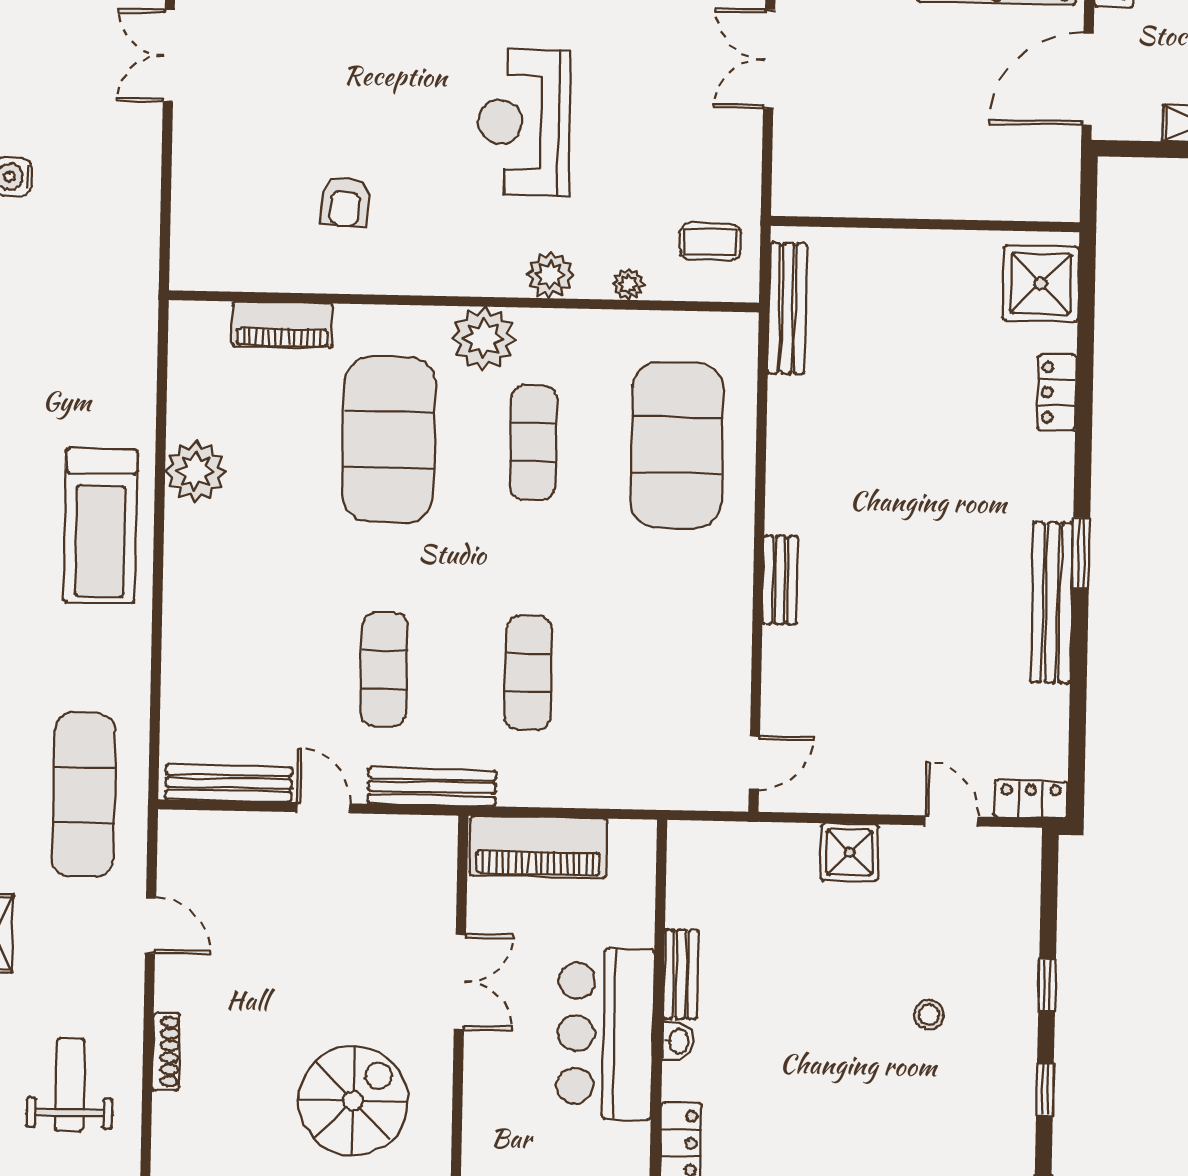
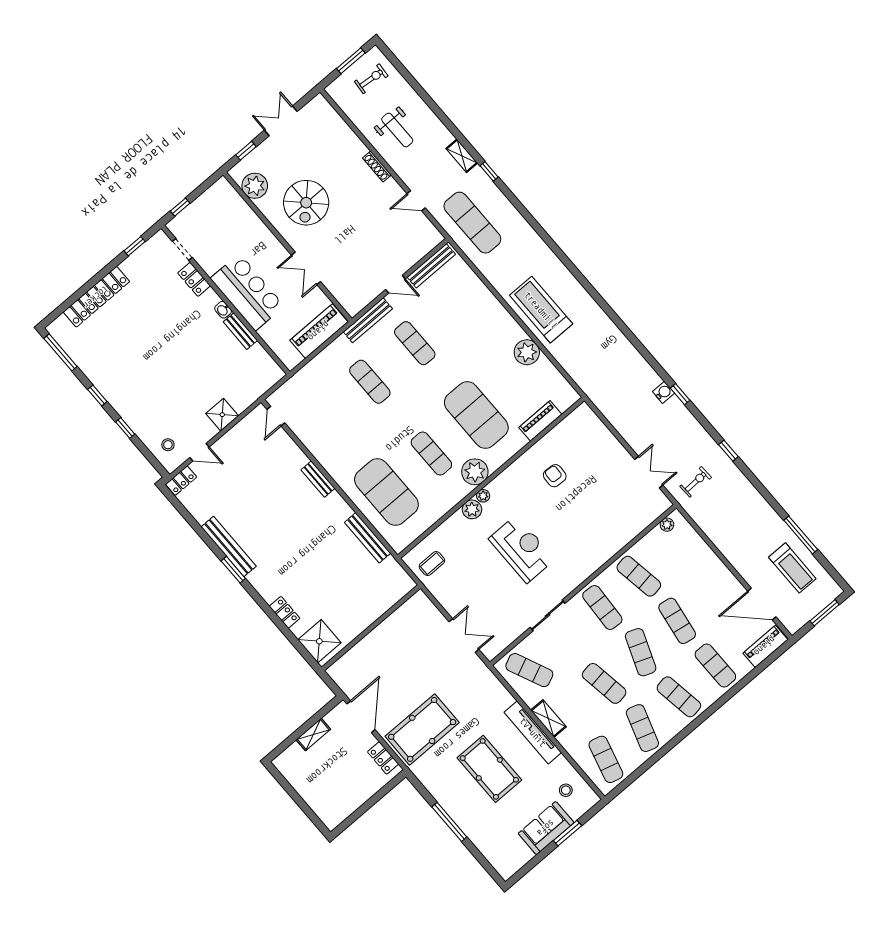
plant: (628, 284) -> (483, 496), moved
bench: (787, 308) -> (368, 538), moved
stool: (929, 1015) -> (168, 445), moved

